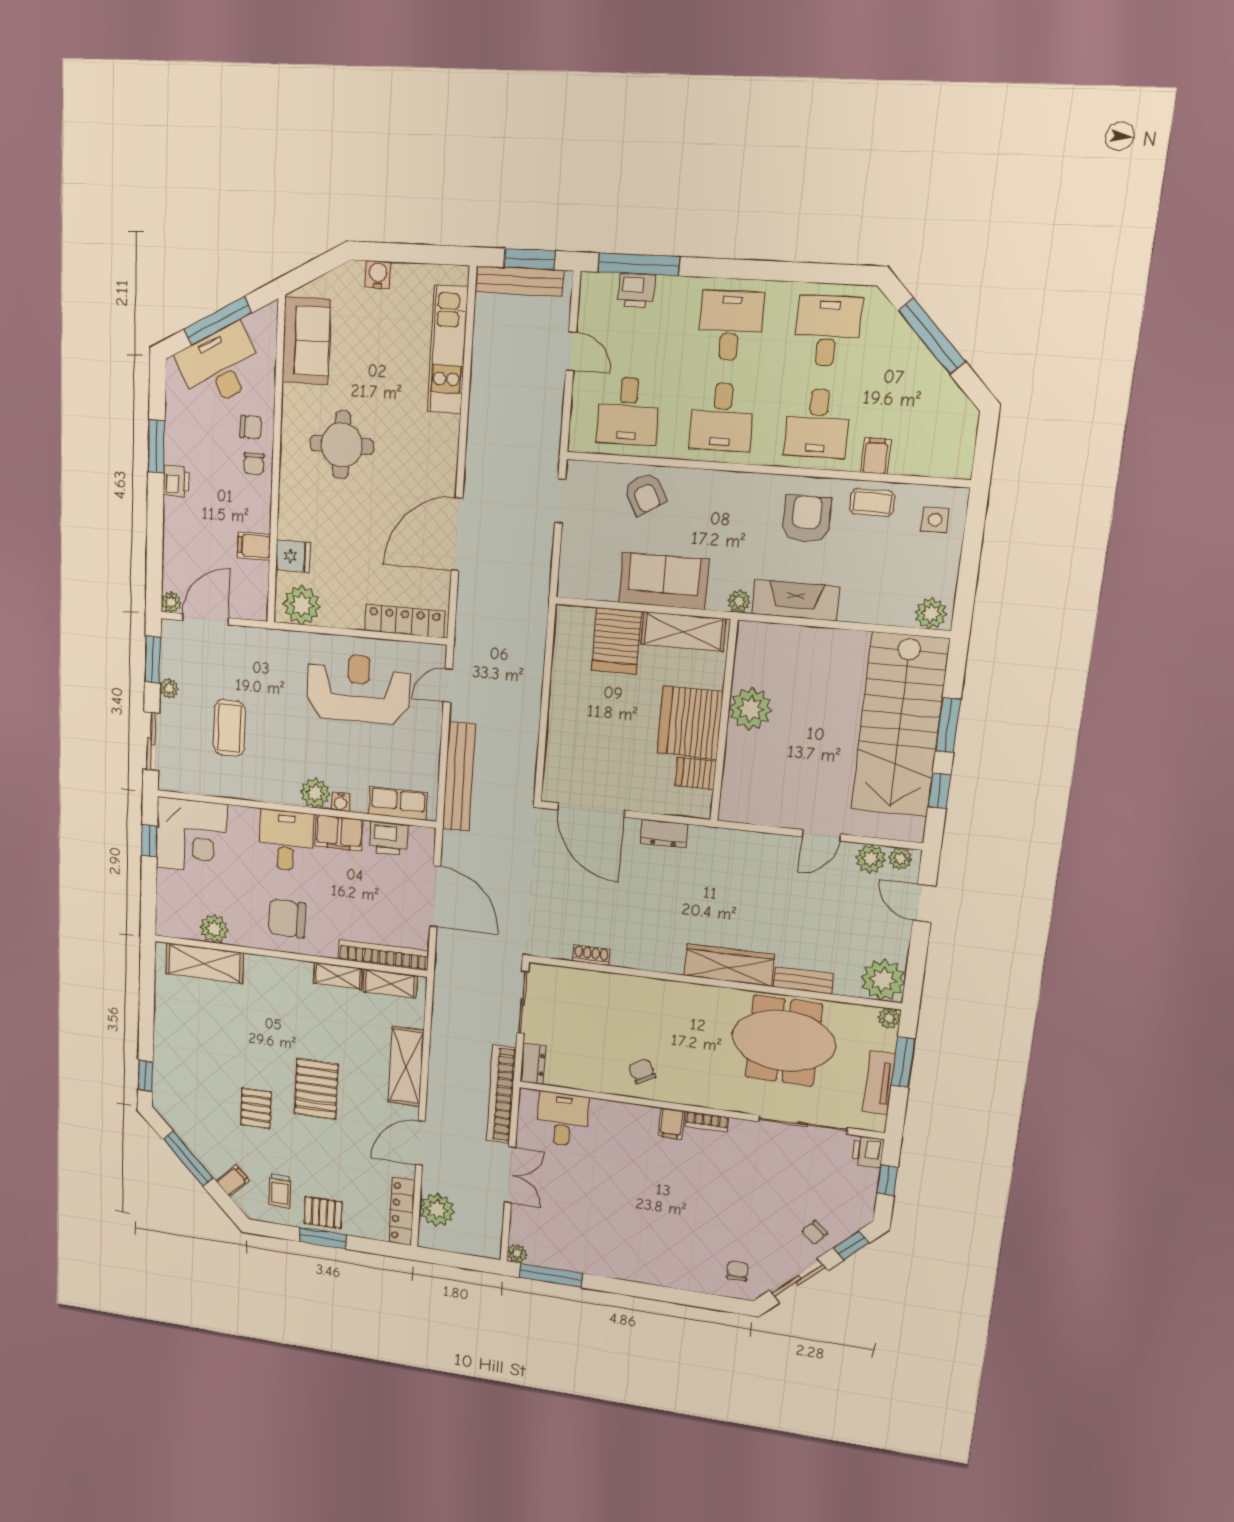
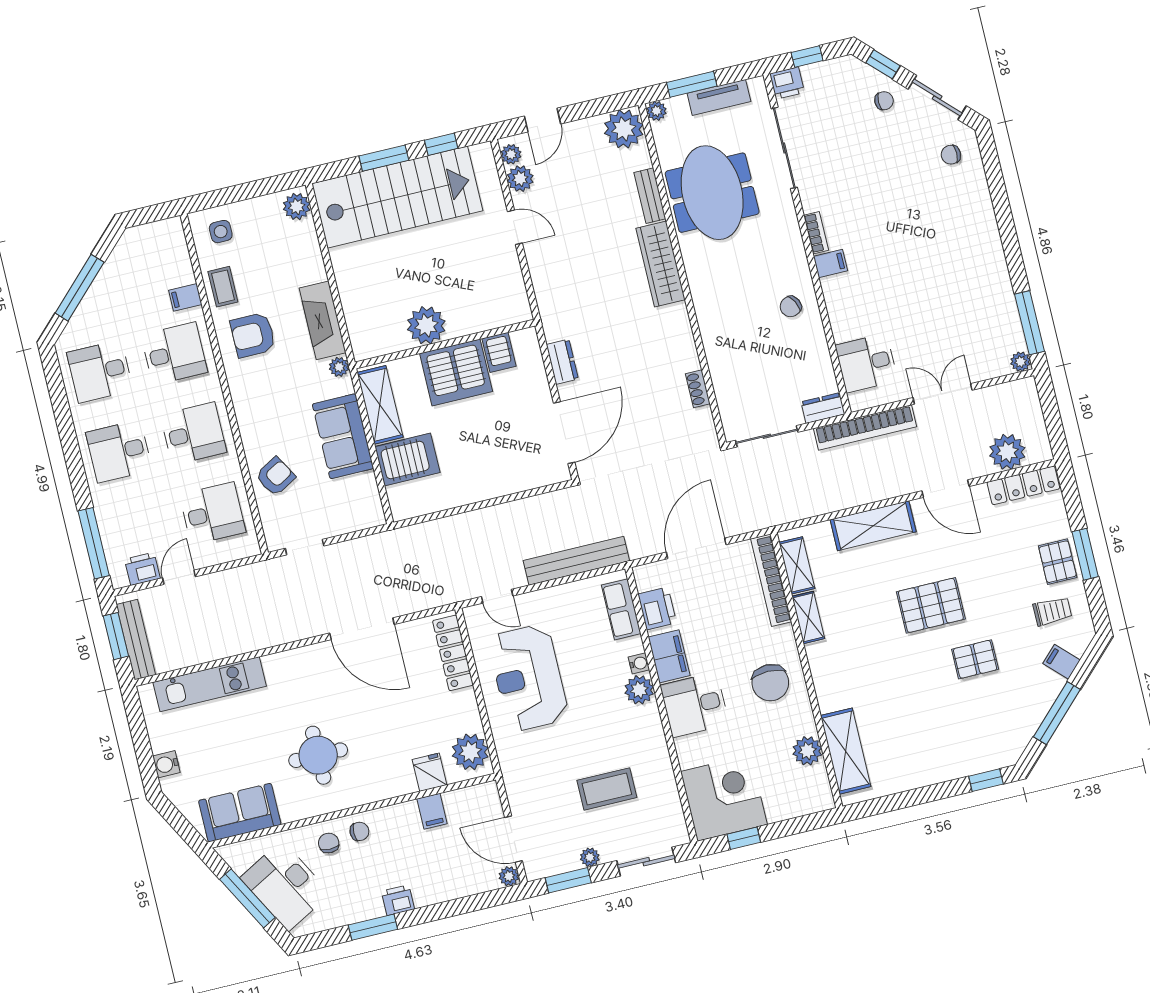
printer: (636, 290) -> (142, 569), moved, turned -90
chair: (814, 1232) -> (884, 101), turned -42

